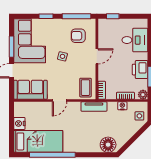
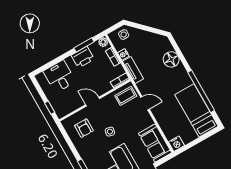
window: (76, 16) -> (68, 139), removed
door: (59, 100) -> (145, 103), moved
tv unit: (94, 107) -> (133, 70), moved
nightstand: (19, 123) -> (176, 144), moved
floor lamp: (108, 145) -> (171, 59), moved

